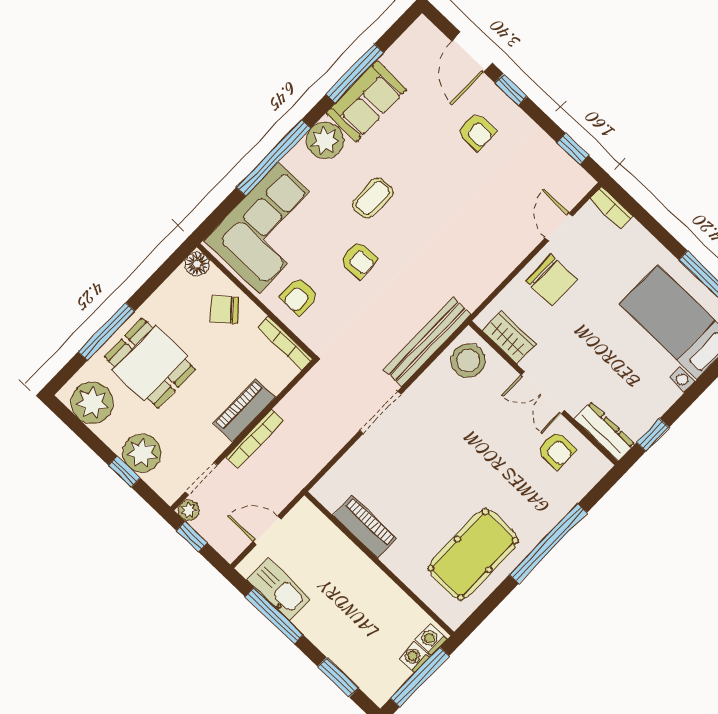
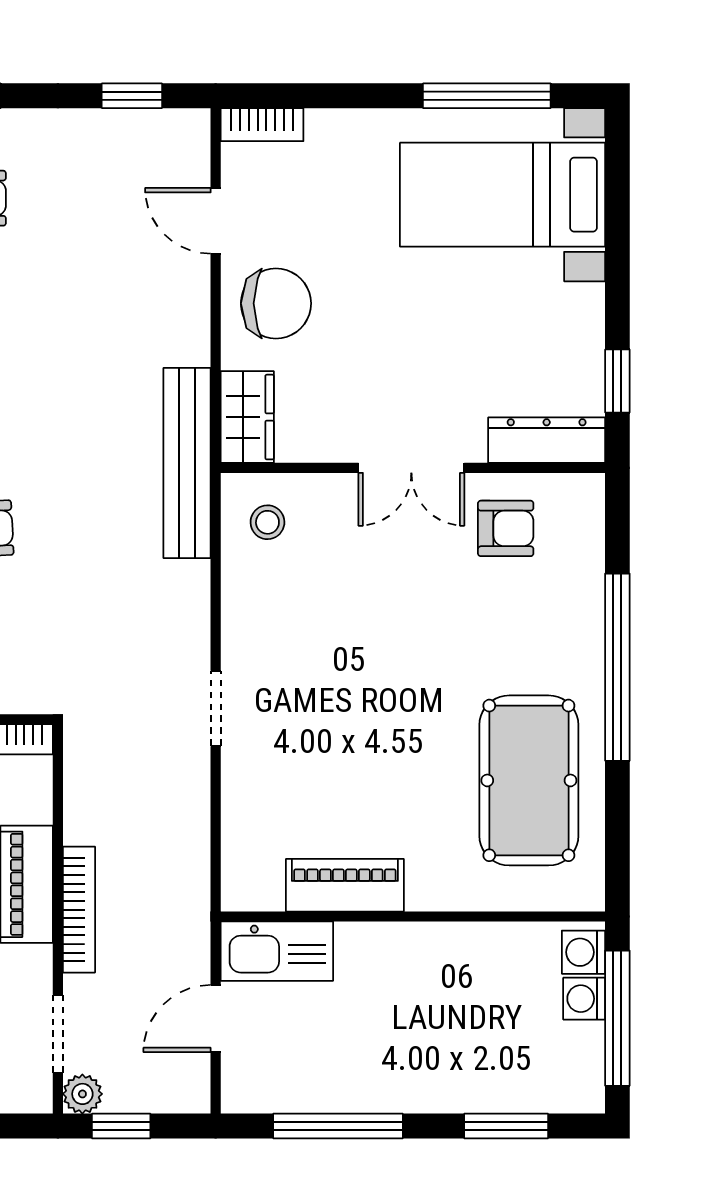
wardrobe: (509, 337) -> (247, 417), moved, turned 90
bench: (427, 342) -> (187, 463), moved
stool: (468, 361) -> (267, 522), width x0.53, depth x0.53
doorway: (380, 412) -> (216, 708), width x0.73
kitchen sink: (279, 589) -> (277, 951), moved, turned 180

